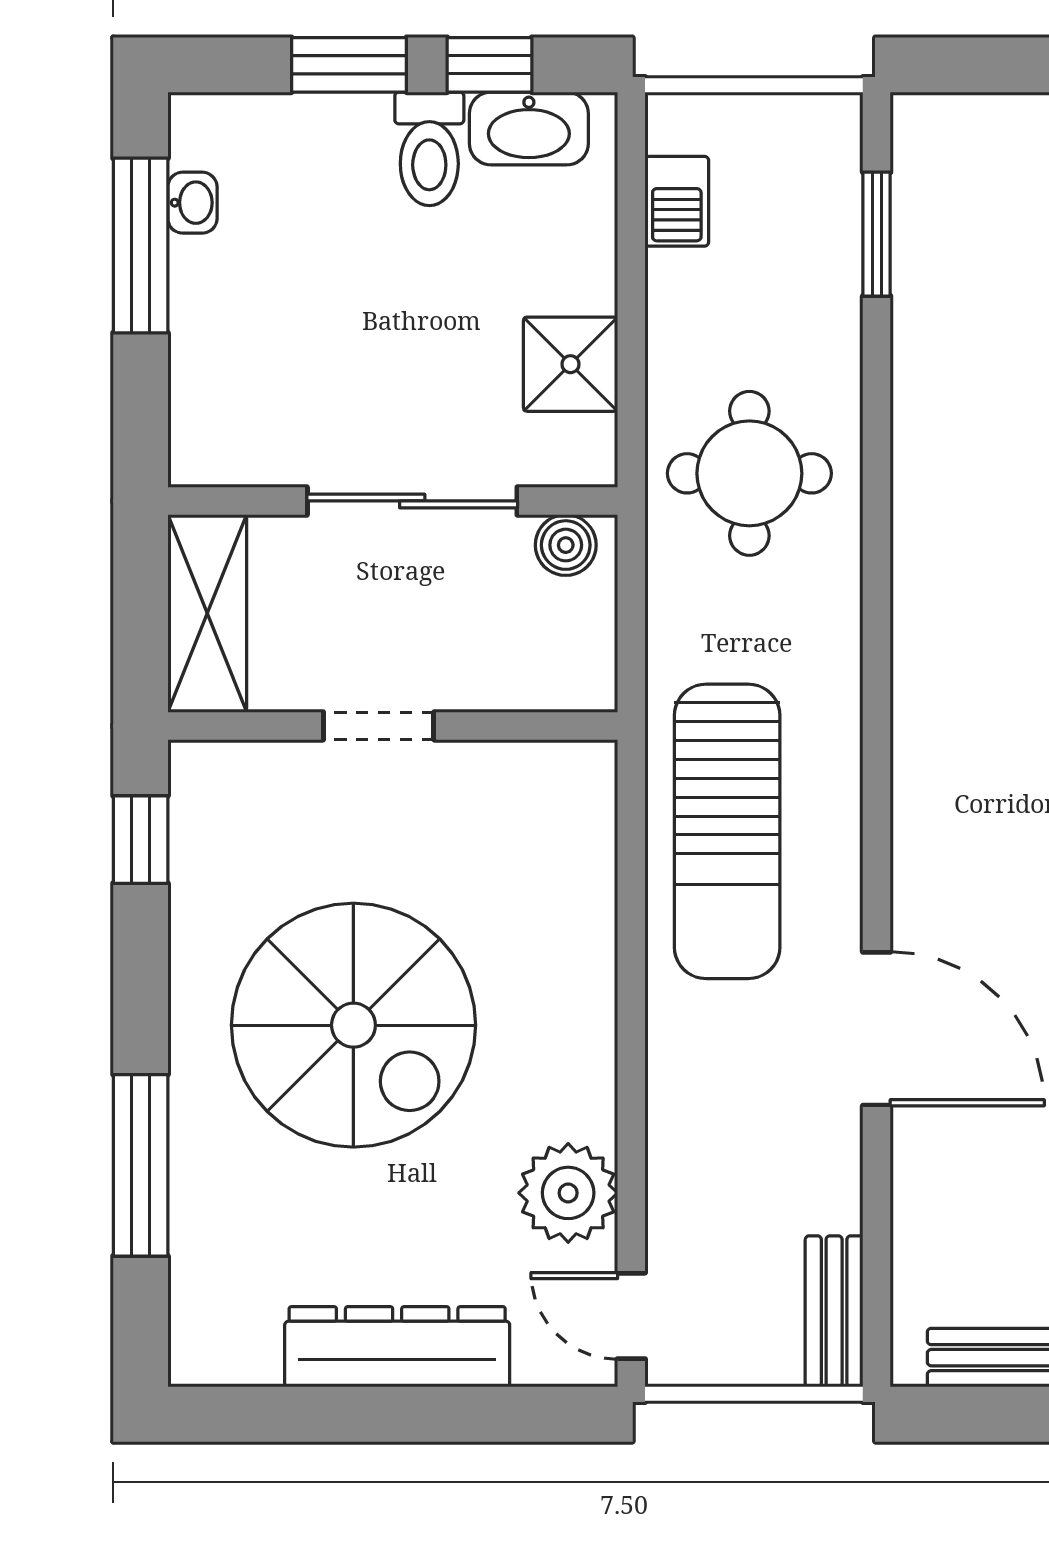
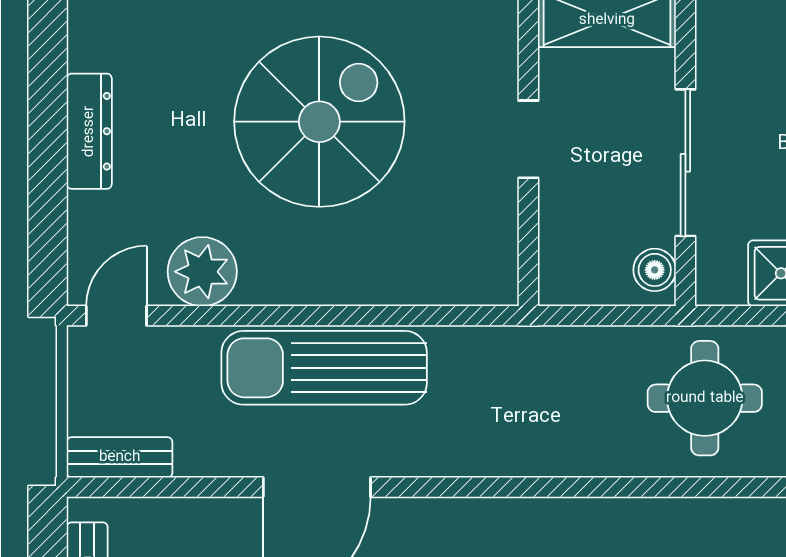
sun lounger: (727, 831) -> (324, 368), moved
spiral stairs: (353, 1025) -> (319, 122), turned 180
dresser: (397, 1347) -> (89, 131), width x0.73, depth x0.80

